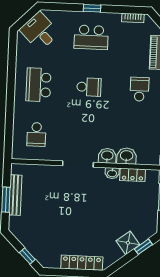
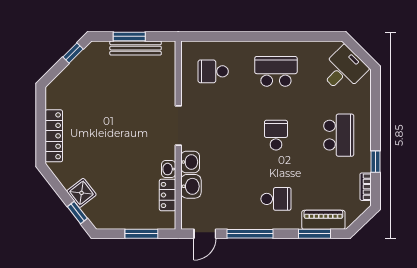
window: (92, 8) -> (376, 162), moved
school desk: (91, 37) -> (339, 135), turned 180
school desk: (89, 87) -> (276, 135), turned 180
window: (27, 256) -> (73, 53), moved

